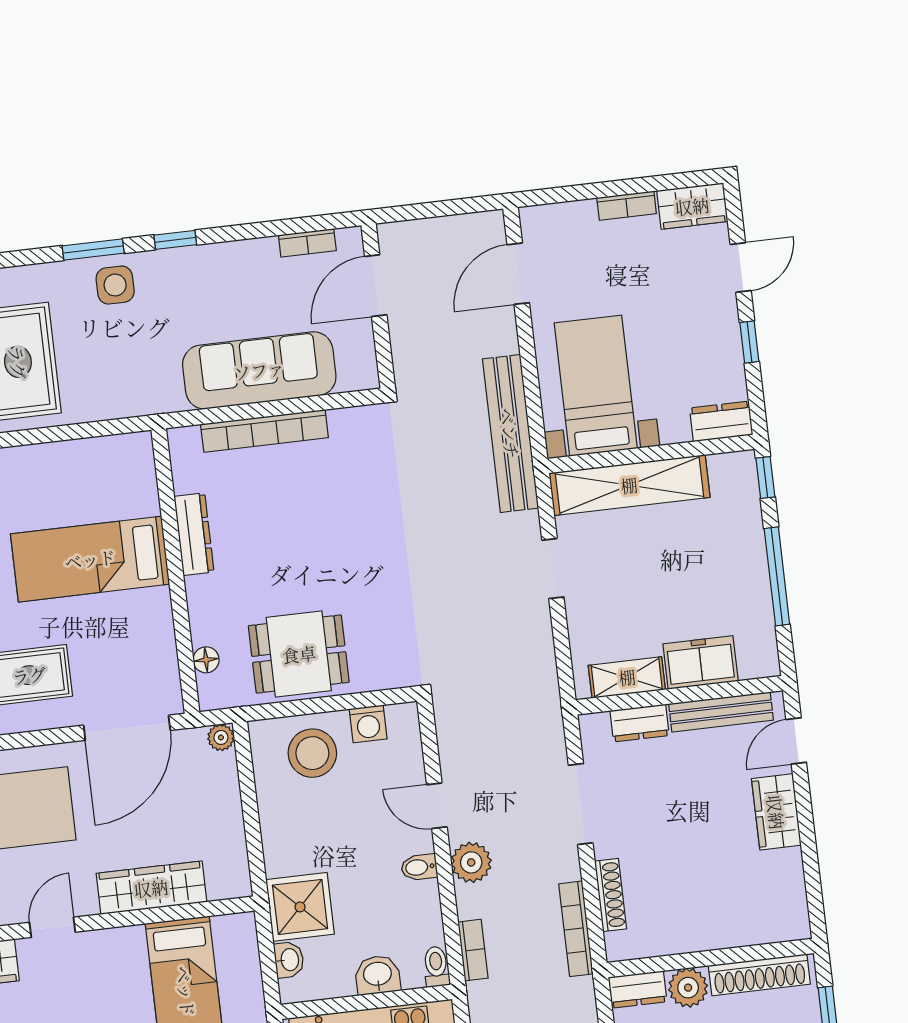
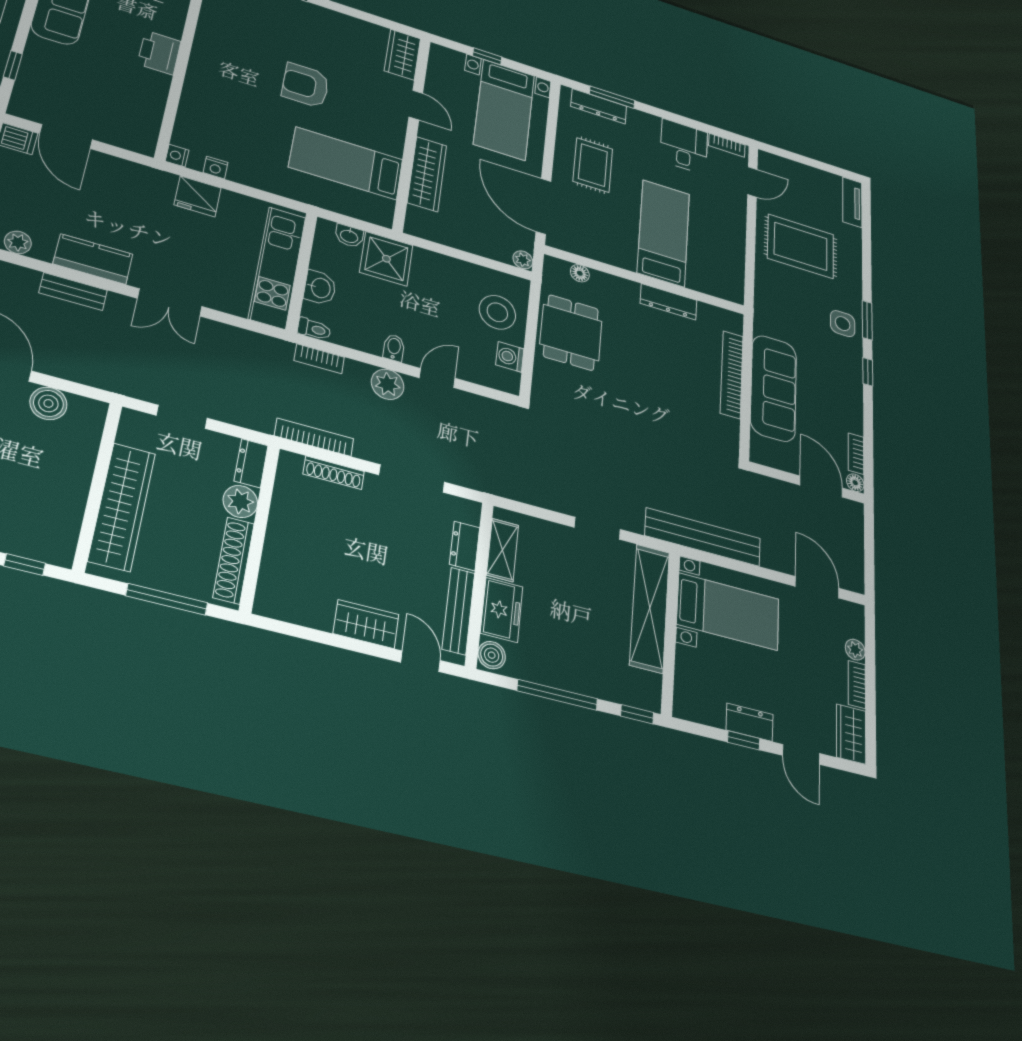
plant: (582, 213) -> (855, 650), added
floor lamp: (350, 239) -> (855, 483), added
dresser: (721, 421) -> (750, 722), moved, turned -90
boiler: (759, 662) -> (492, 655), added

